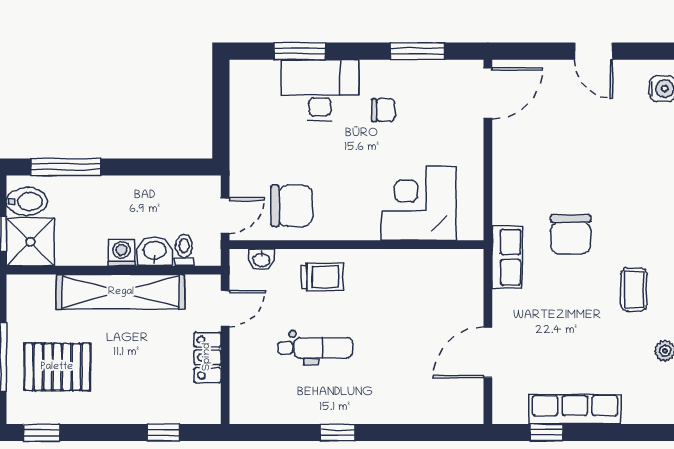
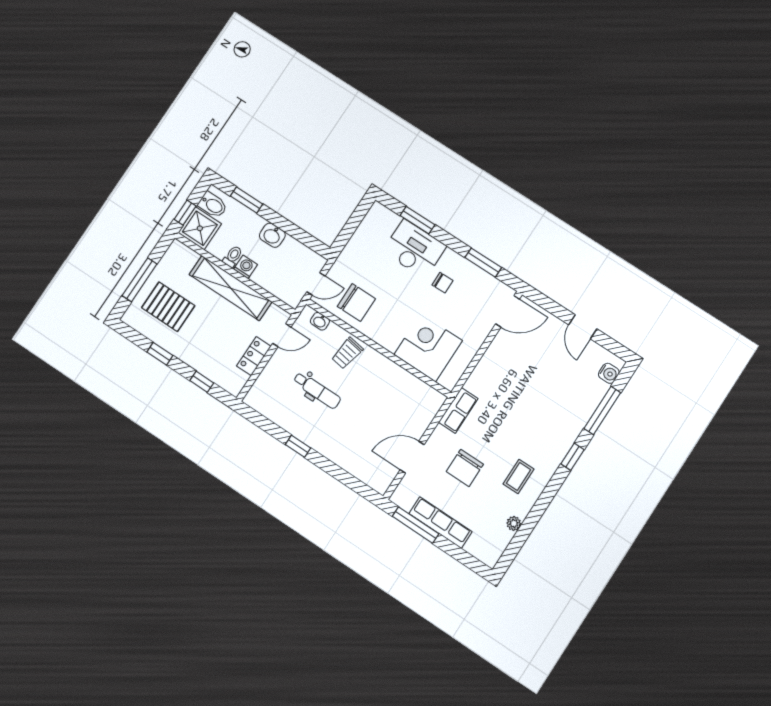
window: (66, 167) -> (247, 200), width x0.69
chair: (571, 234) -> (465, 468), moved
toilet: (184, 250) -> (233, 256), moved
washbasin: (155, 251) -> (272, 235), moved, turned 180
trolley: (322, 277) -> (347, 353), turned 99
window: (41, 432) -> (160, 354), moved
window: (546, 432) -> (416, 525), width x2.17

